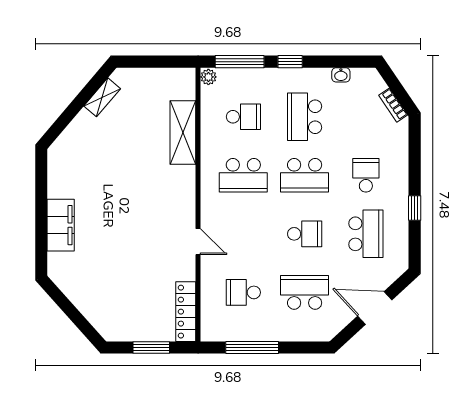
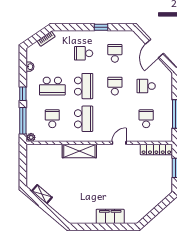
shelving: (183, 132) -> (79, 151), moved
school desk: (366, 234) -> (115, 53), width x0.54
school desk: (243, 292) -> (146, 119), turned 180
school desk: (305, 292) -> (146, 86), width x0.54

